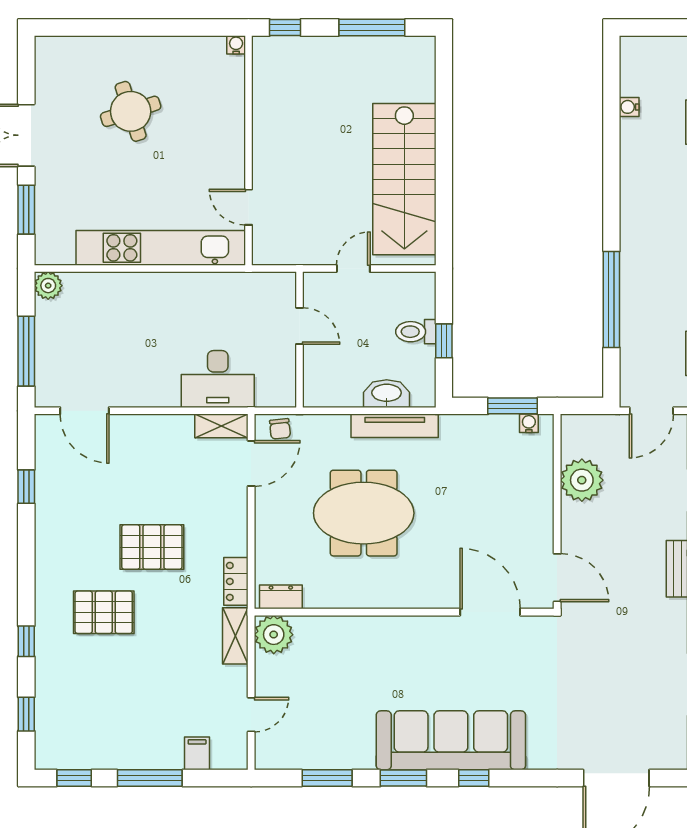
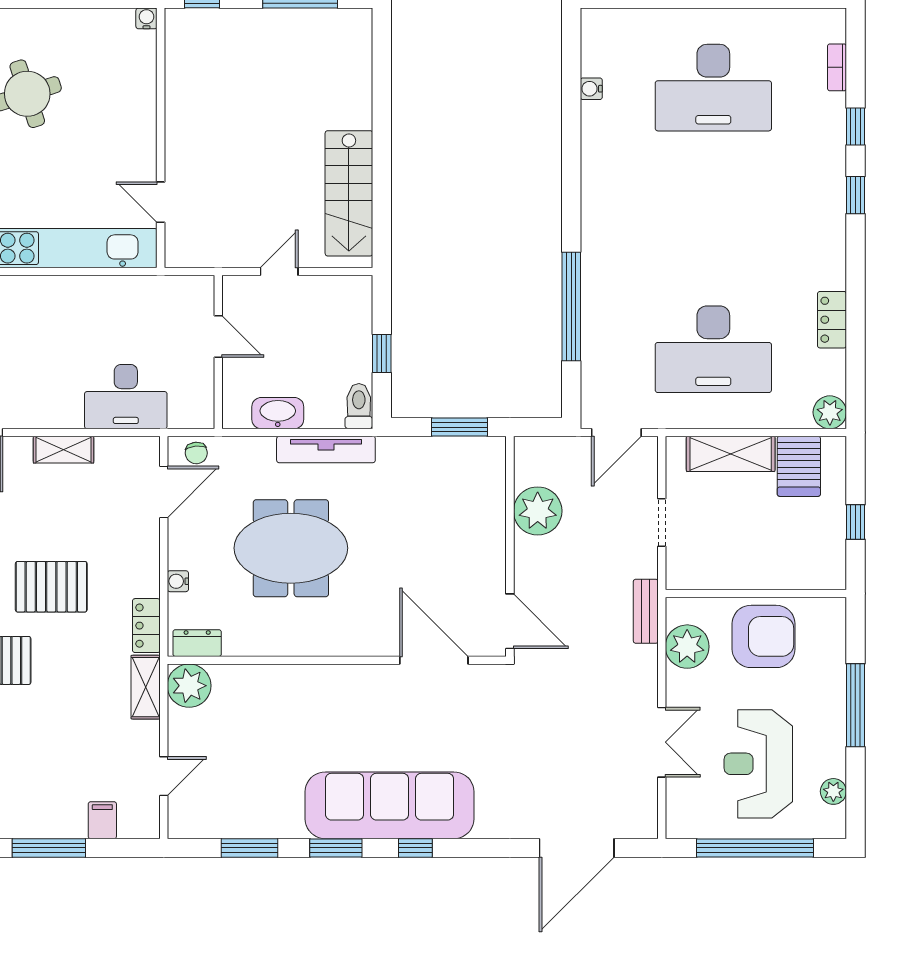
stairs: (404, 179) -> (349, 193), width x0.73, depth x0.66
toilet: (416, 332) -> (359, 406), moved, turned 90
washbasin: (387, 394) -> (278, 413), moved
water cooler: (529, 423) -> (178, 581), moved, turned -90
shelving: (221, 426) -> (64, 450), moved

